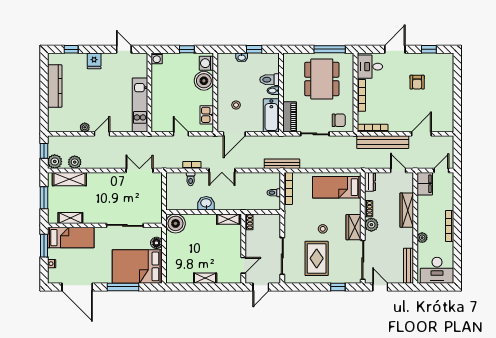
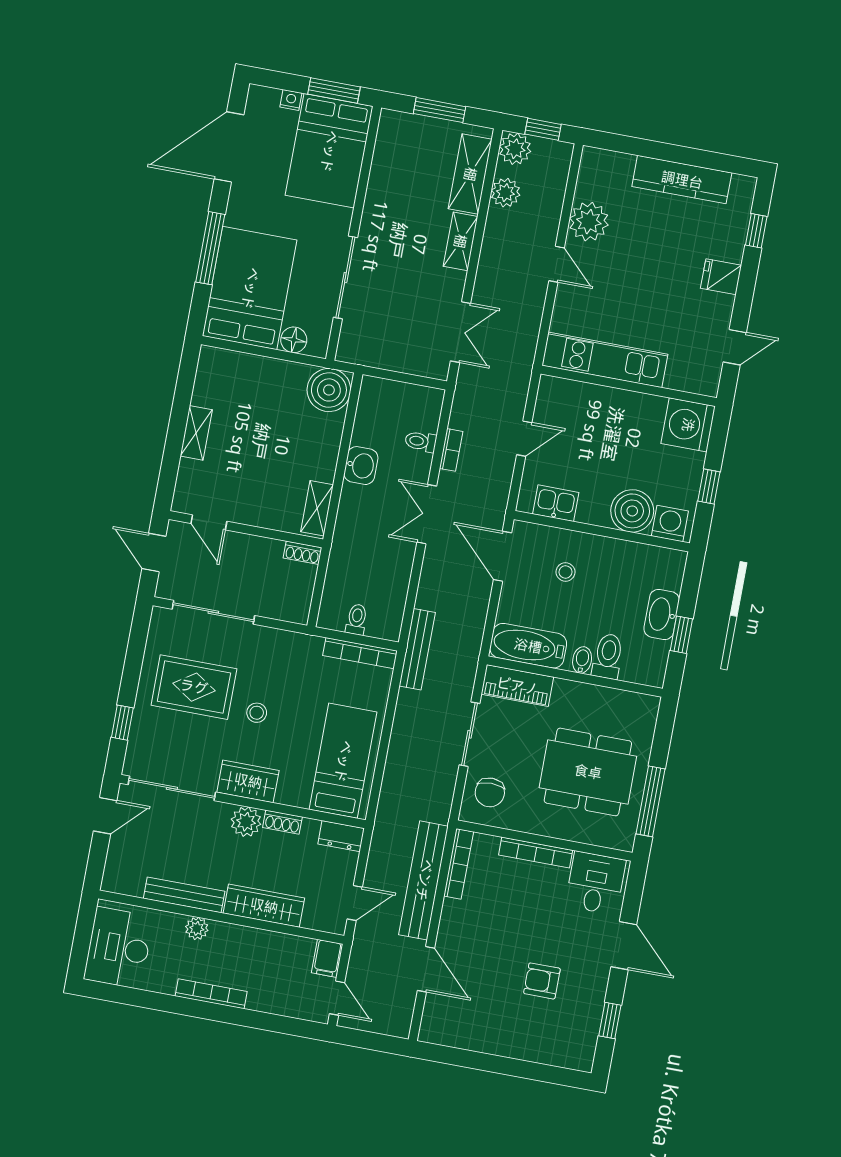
washbasin: (242, 57) -> (662, 614), width x1.91, depth x1.45
washing machine: (157, 58) -> (688, 425), width x1.89, depth x1.89
plant: (85, 127) -> (589, 222), width x1.88, depth x1.88
filing cabinet: (425, 184) -> (327, 958), width x0.50
shelving: (70, 218) -> (460, 241), moved
bed: (71, 238) -> (329, 151), width x1.50
bench: (408, 266) -> (184, 895), moved

